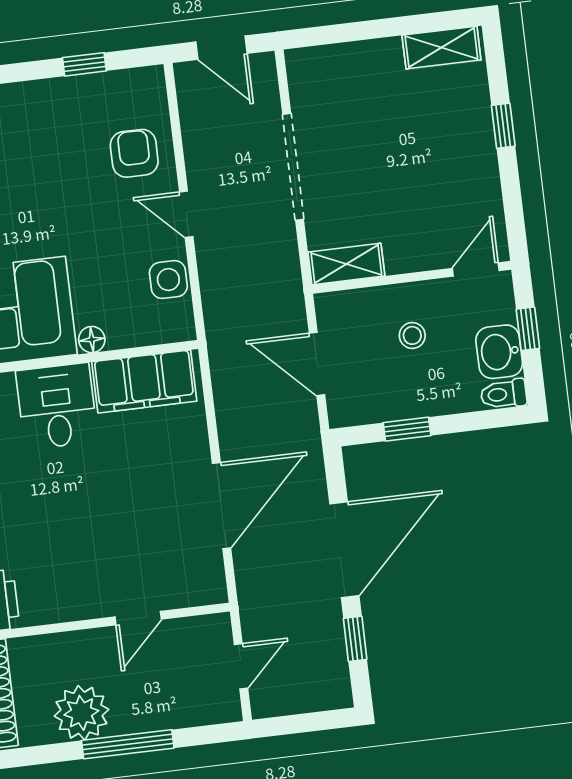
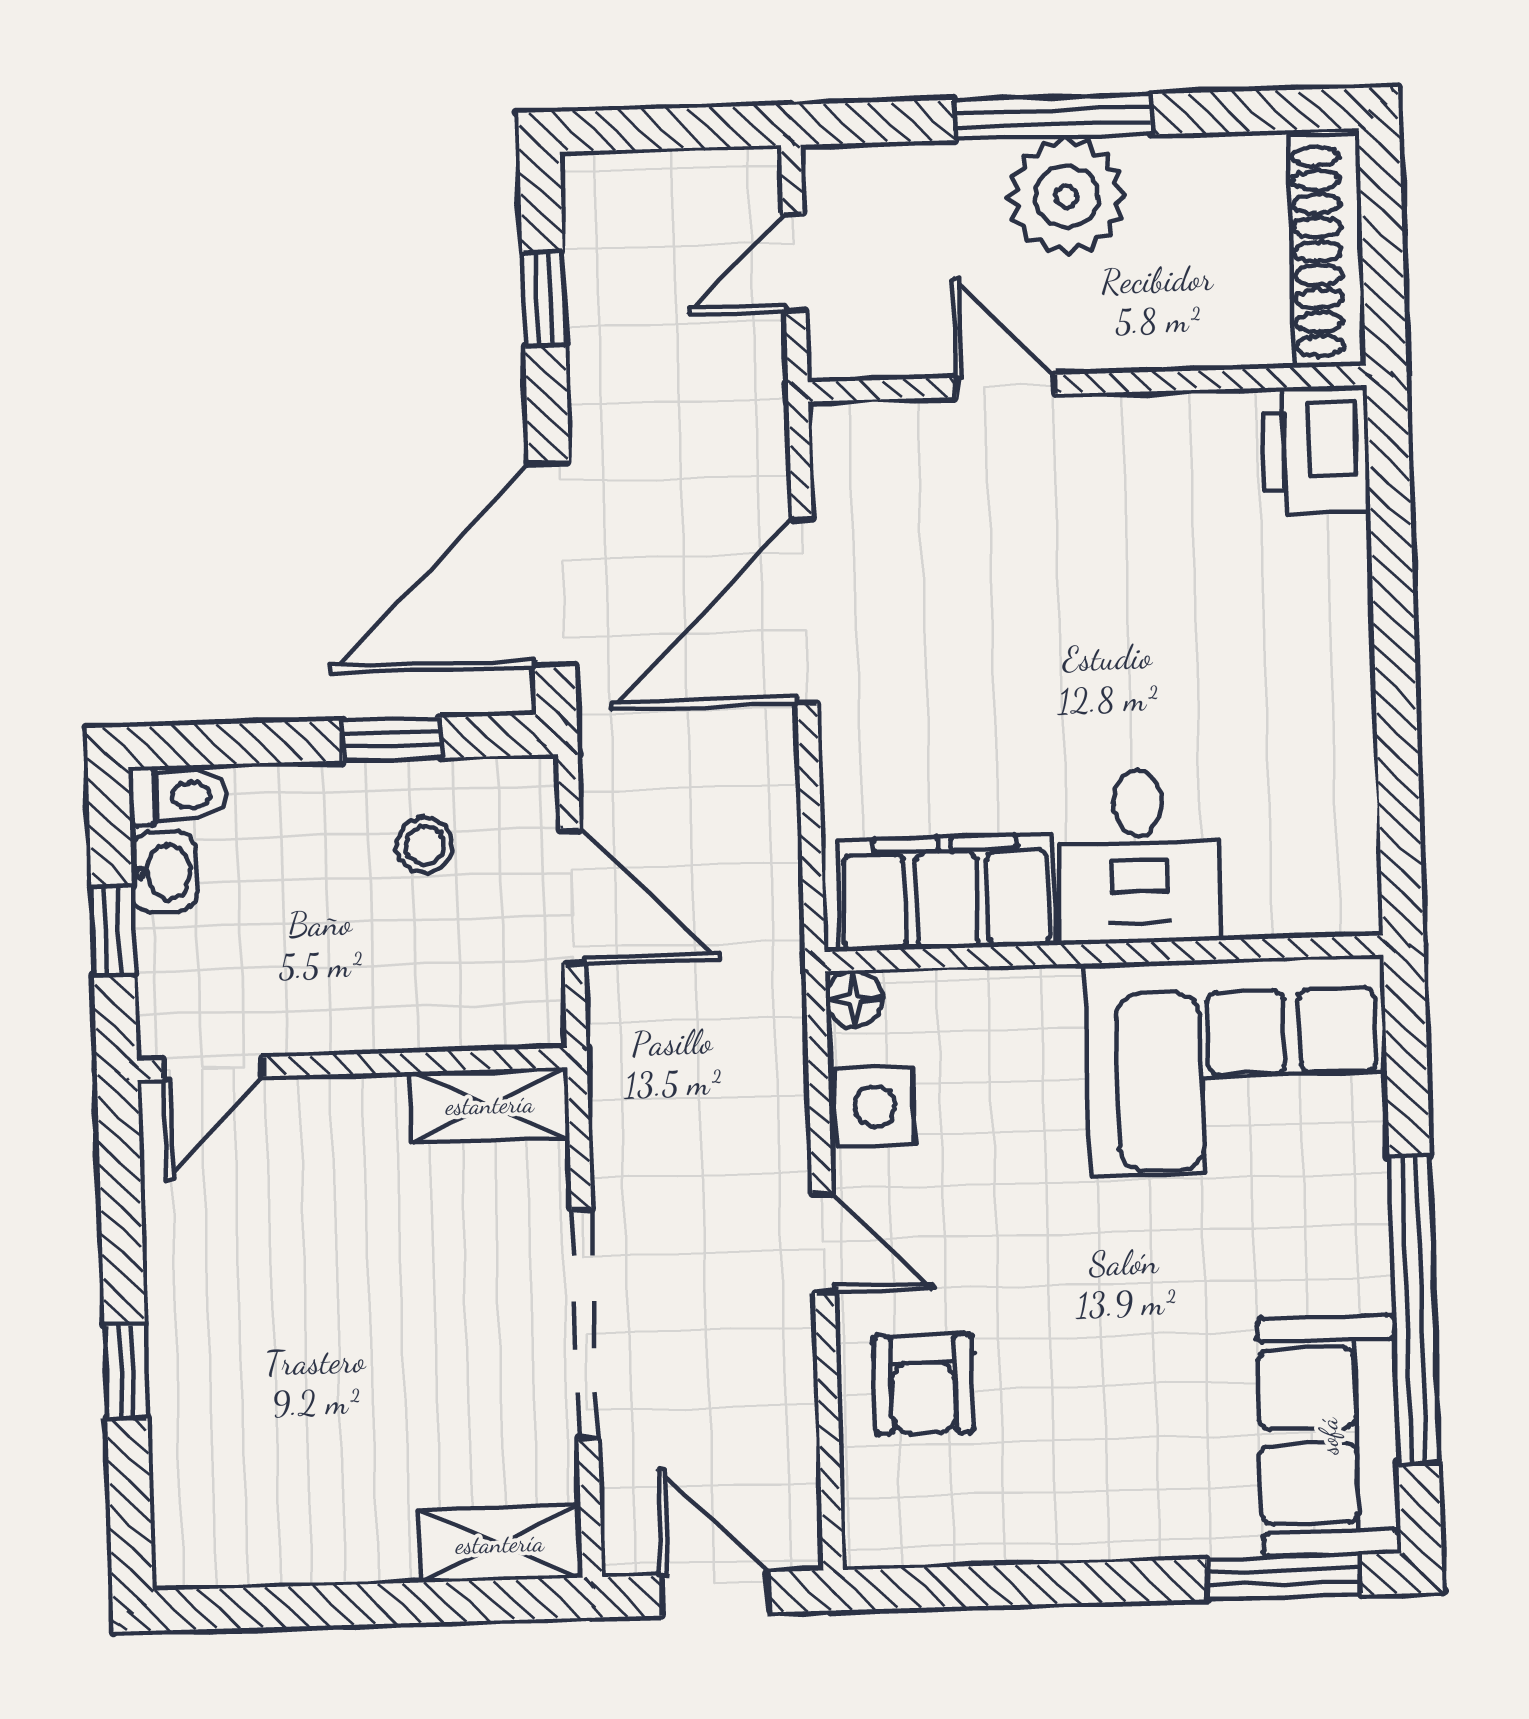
shelving: (441, 48) -> (500, 1544), moved
window: (84, 64) -> (1013, 1585), removed
stool: (412, 335) -> (425, 845), moved
floor lamp: (92, 340) -> (854, 999), moved
washbasin: (499, 352) -> (164, 872), width x0.72, depth x0.69
door: (344, 550) -> (552, 564), moved
door: (138, 618) -> (1005, 386), hinge flipped
plant: (81, 713) -> (1067, 196), moved

